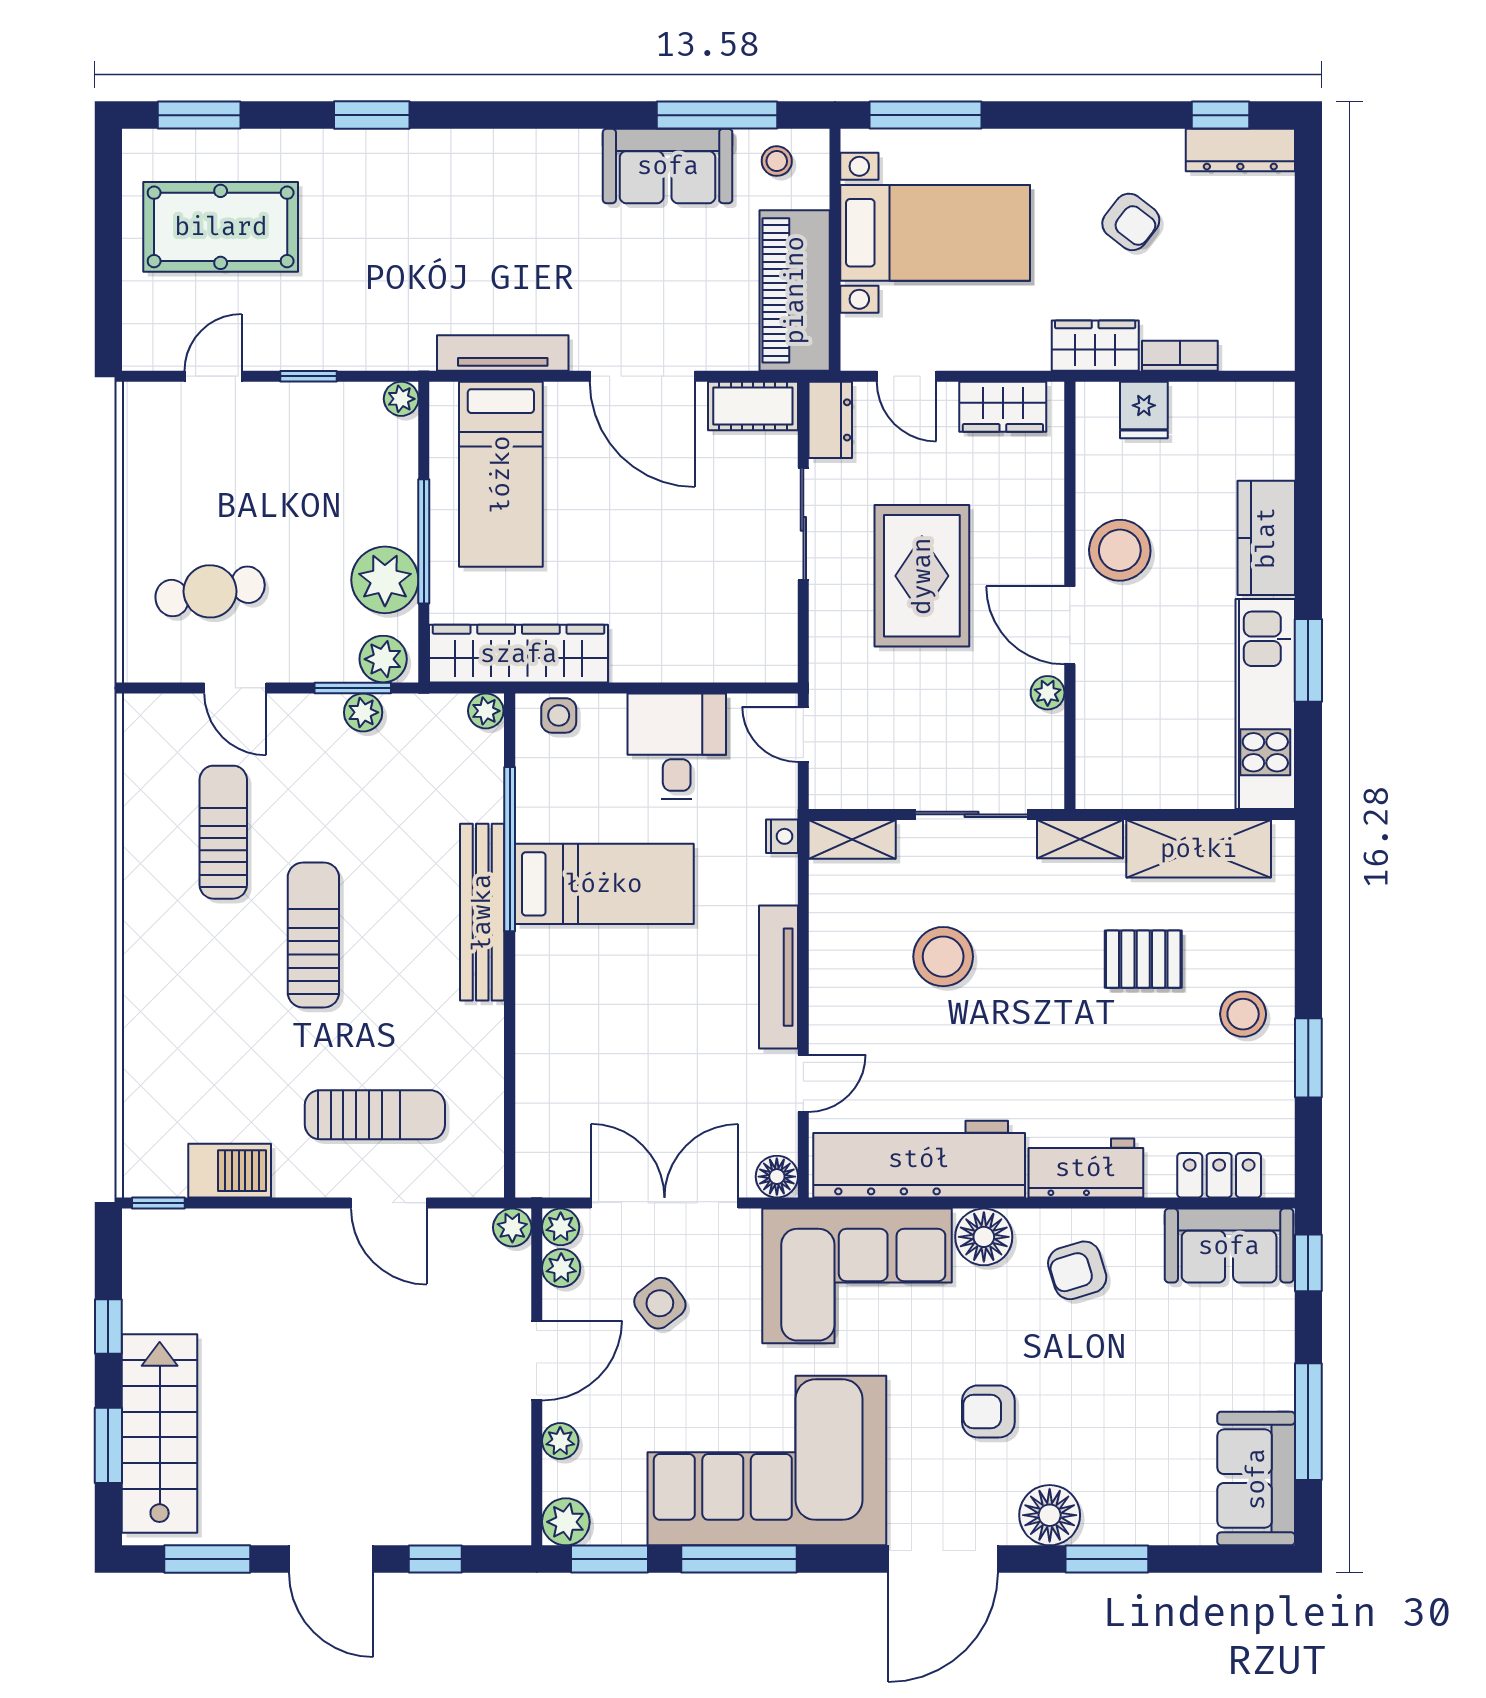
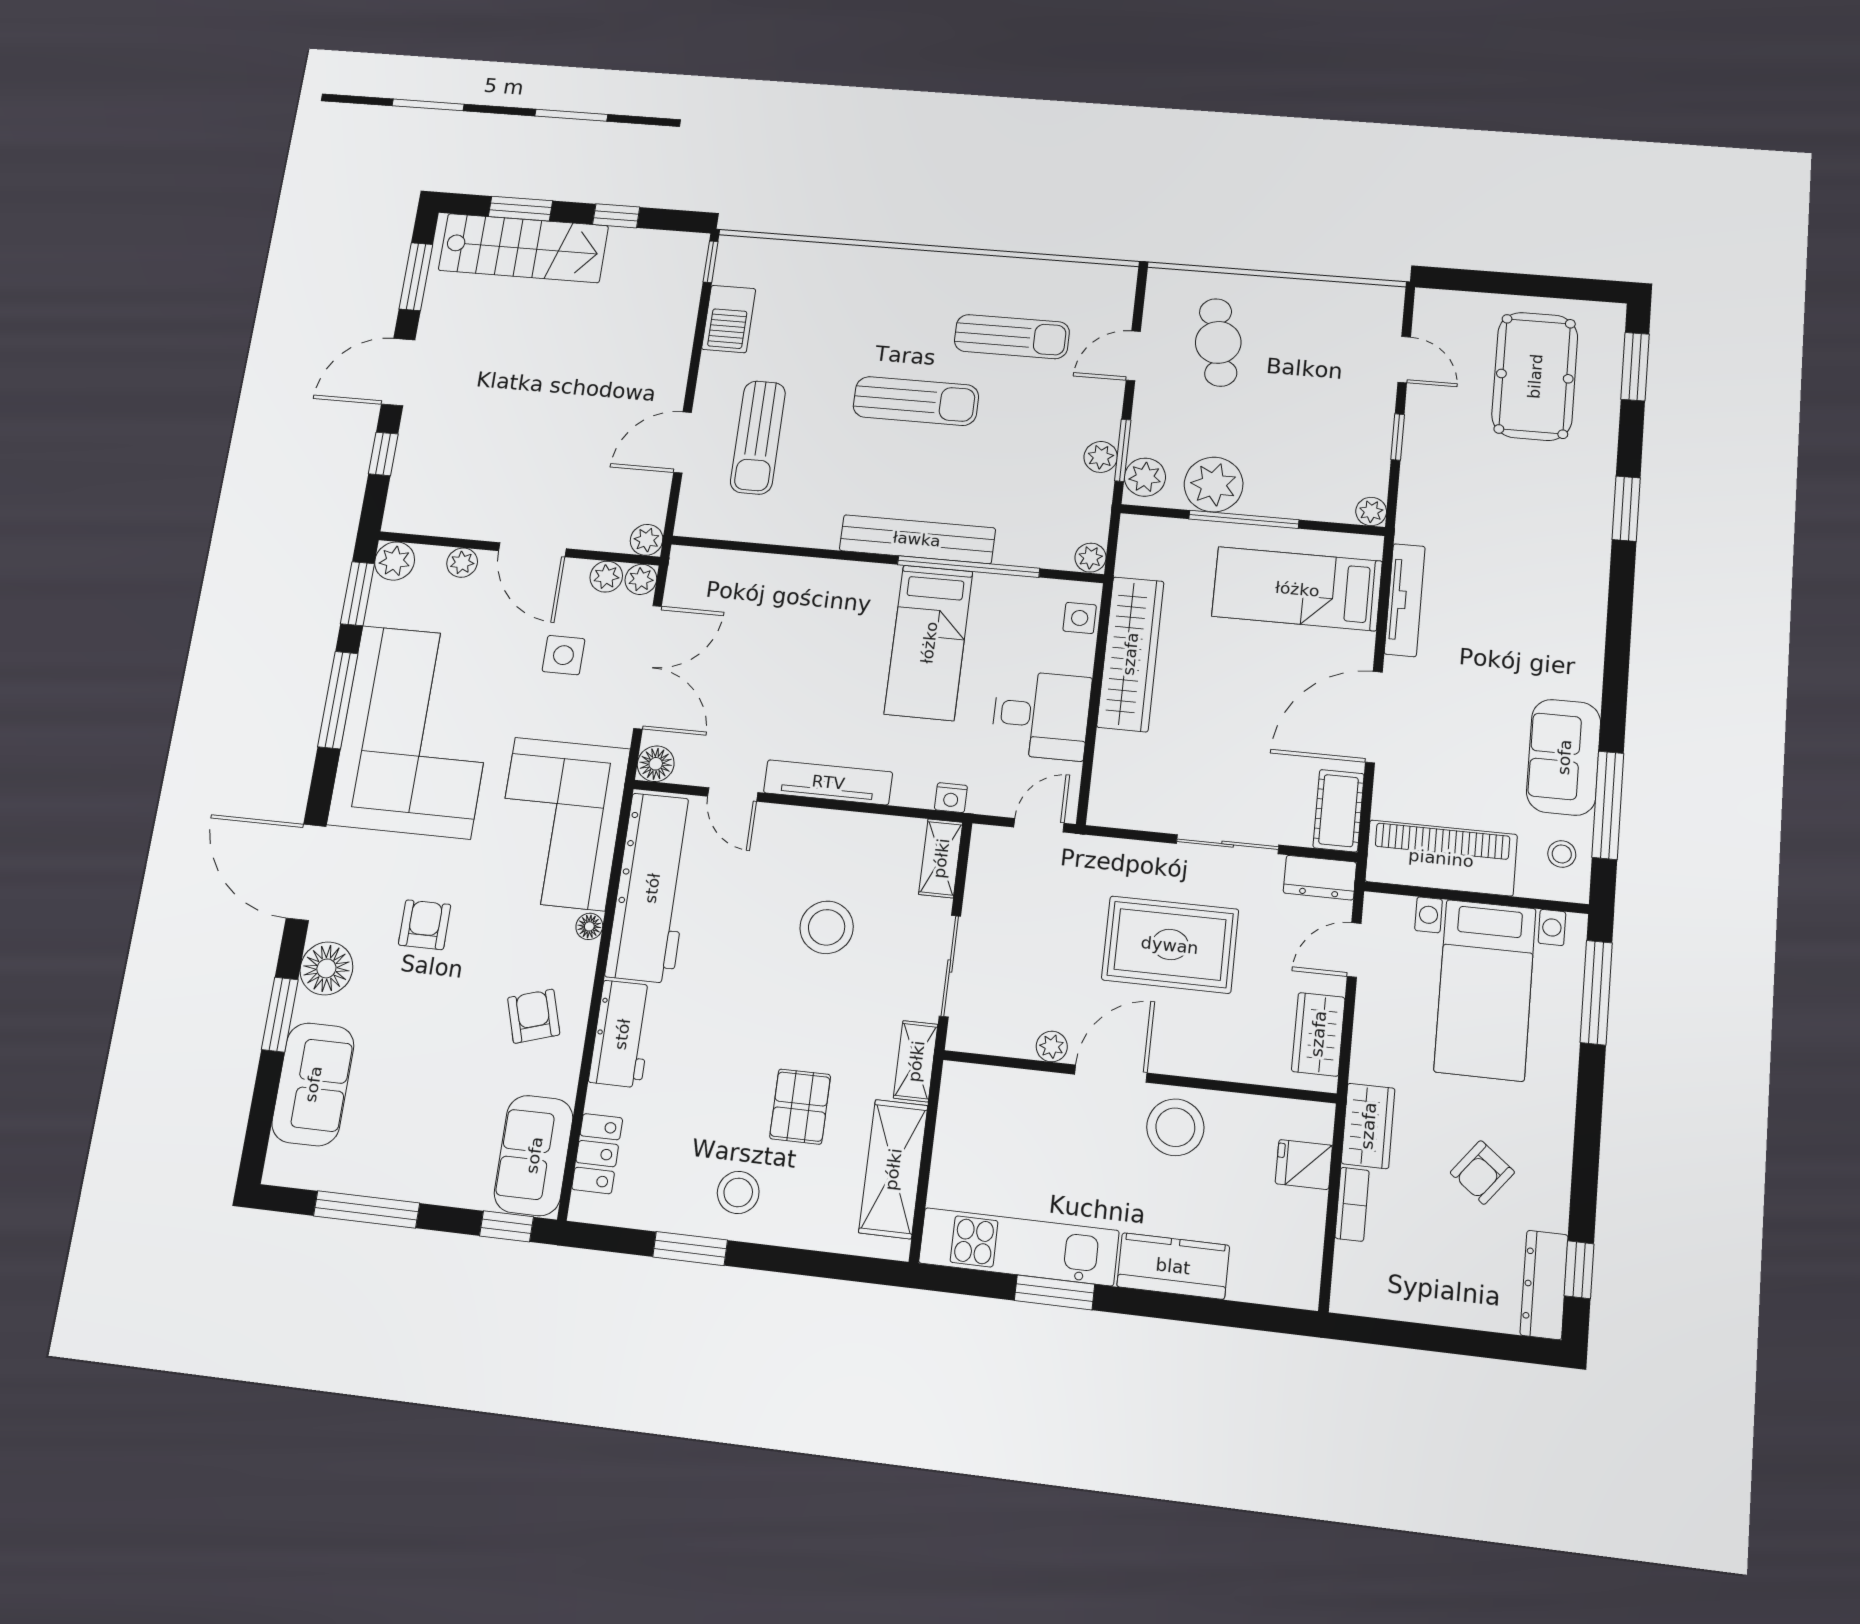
wardrobe: (519, 654) -> (1130, 654), moved
floor lamp: (984, 1237) -> (589, 926), width x0.53, depth x0.53
side table: (660, 1303) -> (563, 655), turned 38
sofa: (1256, 1479) -> (313, 1084), moved, turned 90

